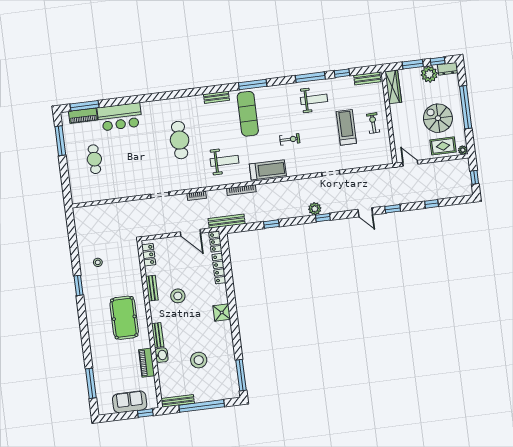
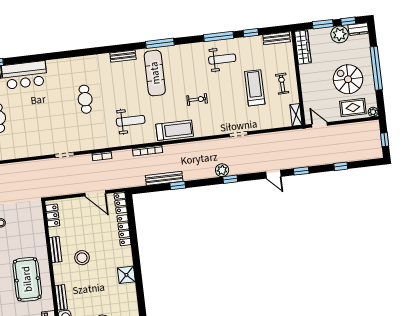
cafe table: (180, 140) -> (85, 99), width x0.73, depth x0.74
shelving: (387, 154) -> (296, 115), added
bench: (227, 221) -> (164, 178), moved

